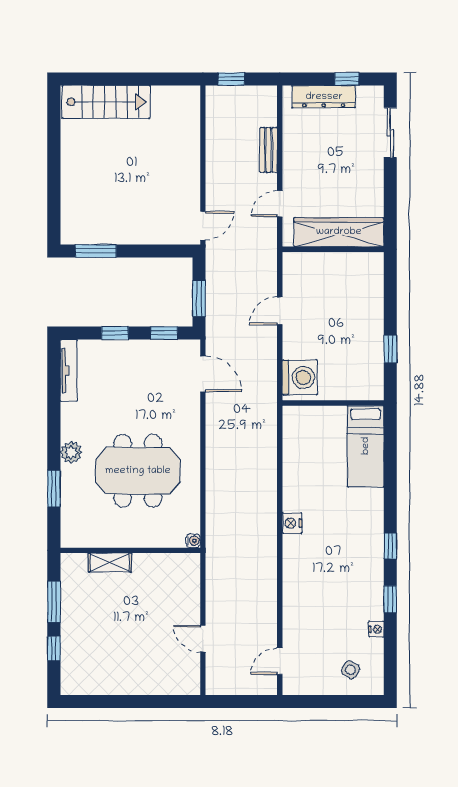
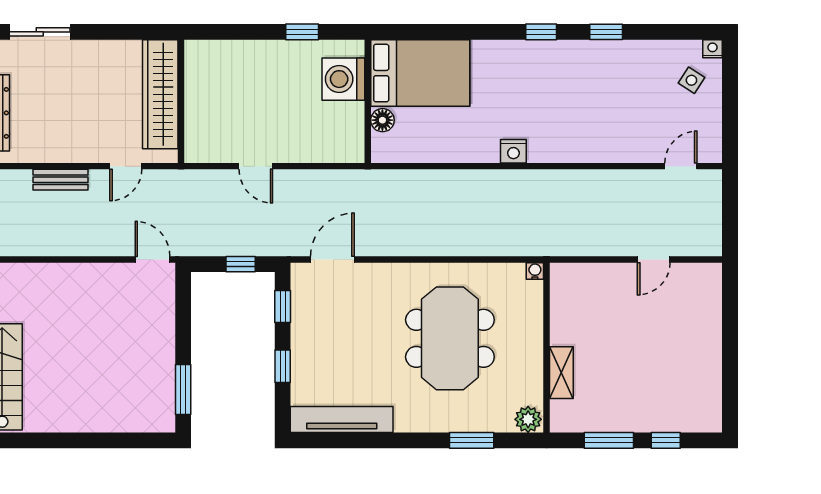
door: (280, 204) -> (126, 166), hinge flipped
window: (199, 298) -> (241, 264), width x0.67
tv unit: (69, 370) -> (342, 419), width x1.36, depth x1.29
washing machine: (300, 377) -> (343, 79), moved, turned -90
floor lamp: (318, 415) -> (382, 120), added
bed: (366, 446) -> (420, 73), width x1.50
plant: (71, 452) -> (528, 419), moved
nightstand: (376, 629) -> (713, 49), moved
door: (280, 661) -> (681, 166), swing flipped

